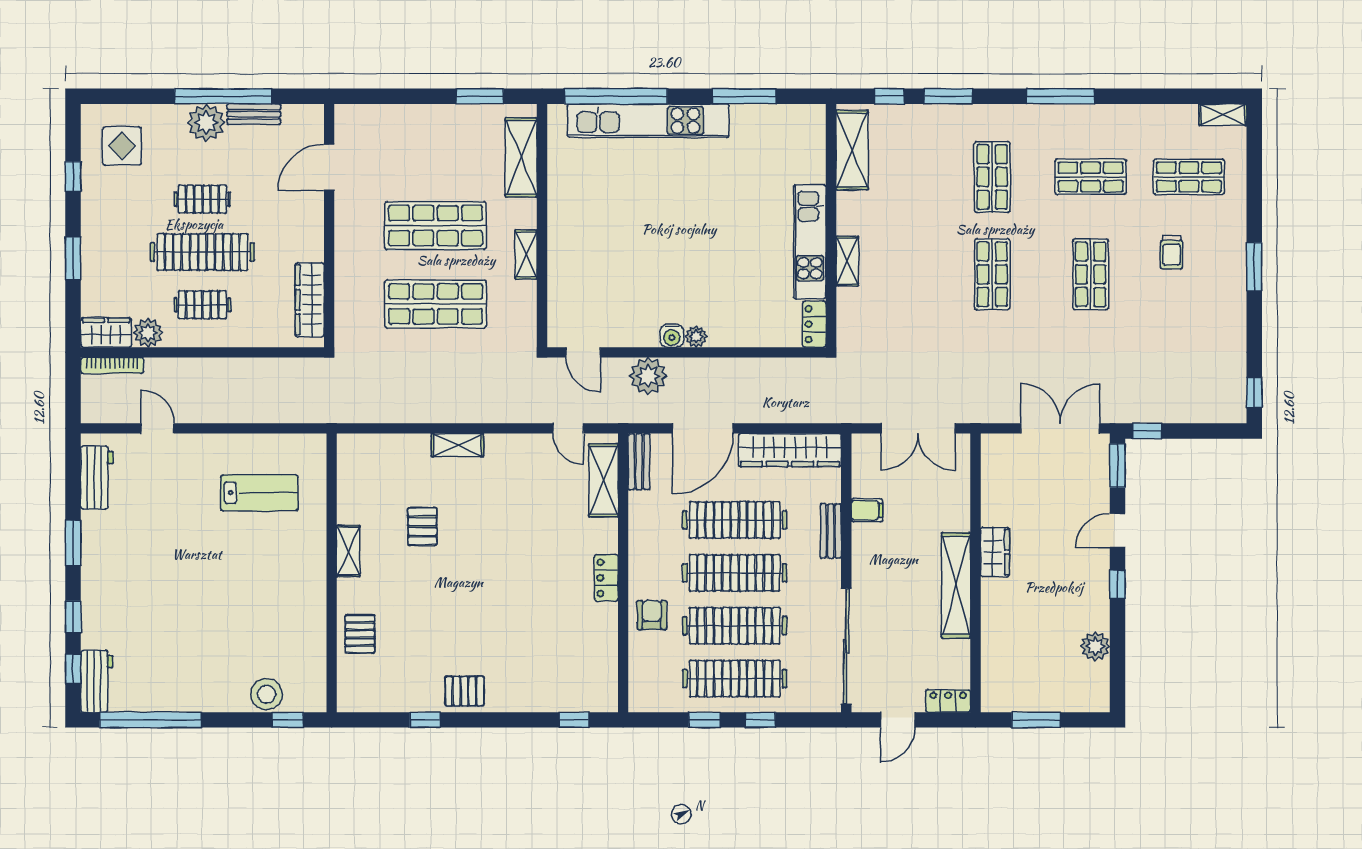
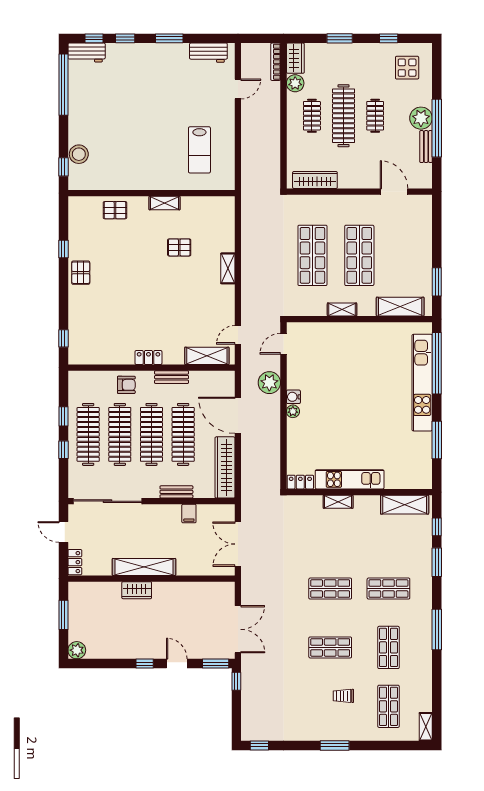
bench: (639, 462) -> (172, 377), moved
wardrobe: (995, 552) -> (137, 590), moved
plant: (1095, 646) -> (77, 650), moved

